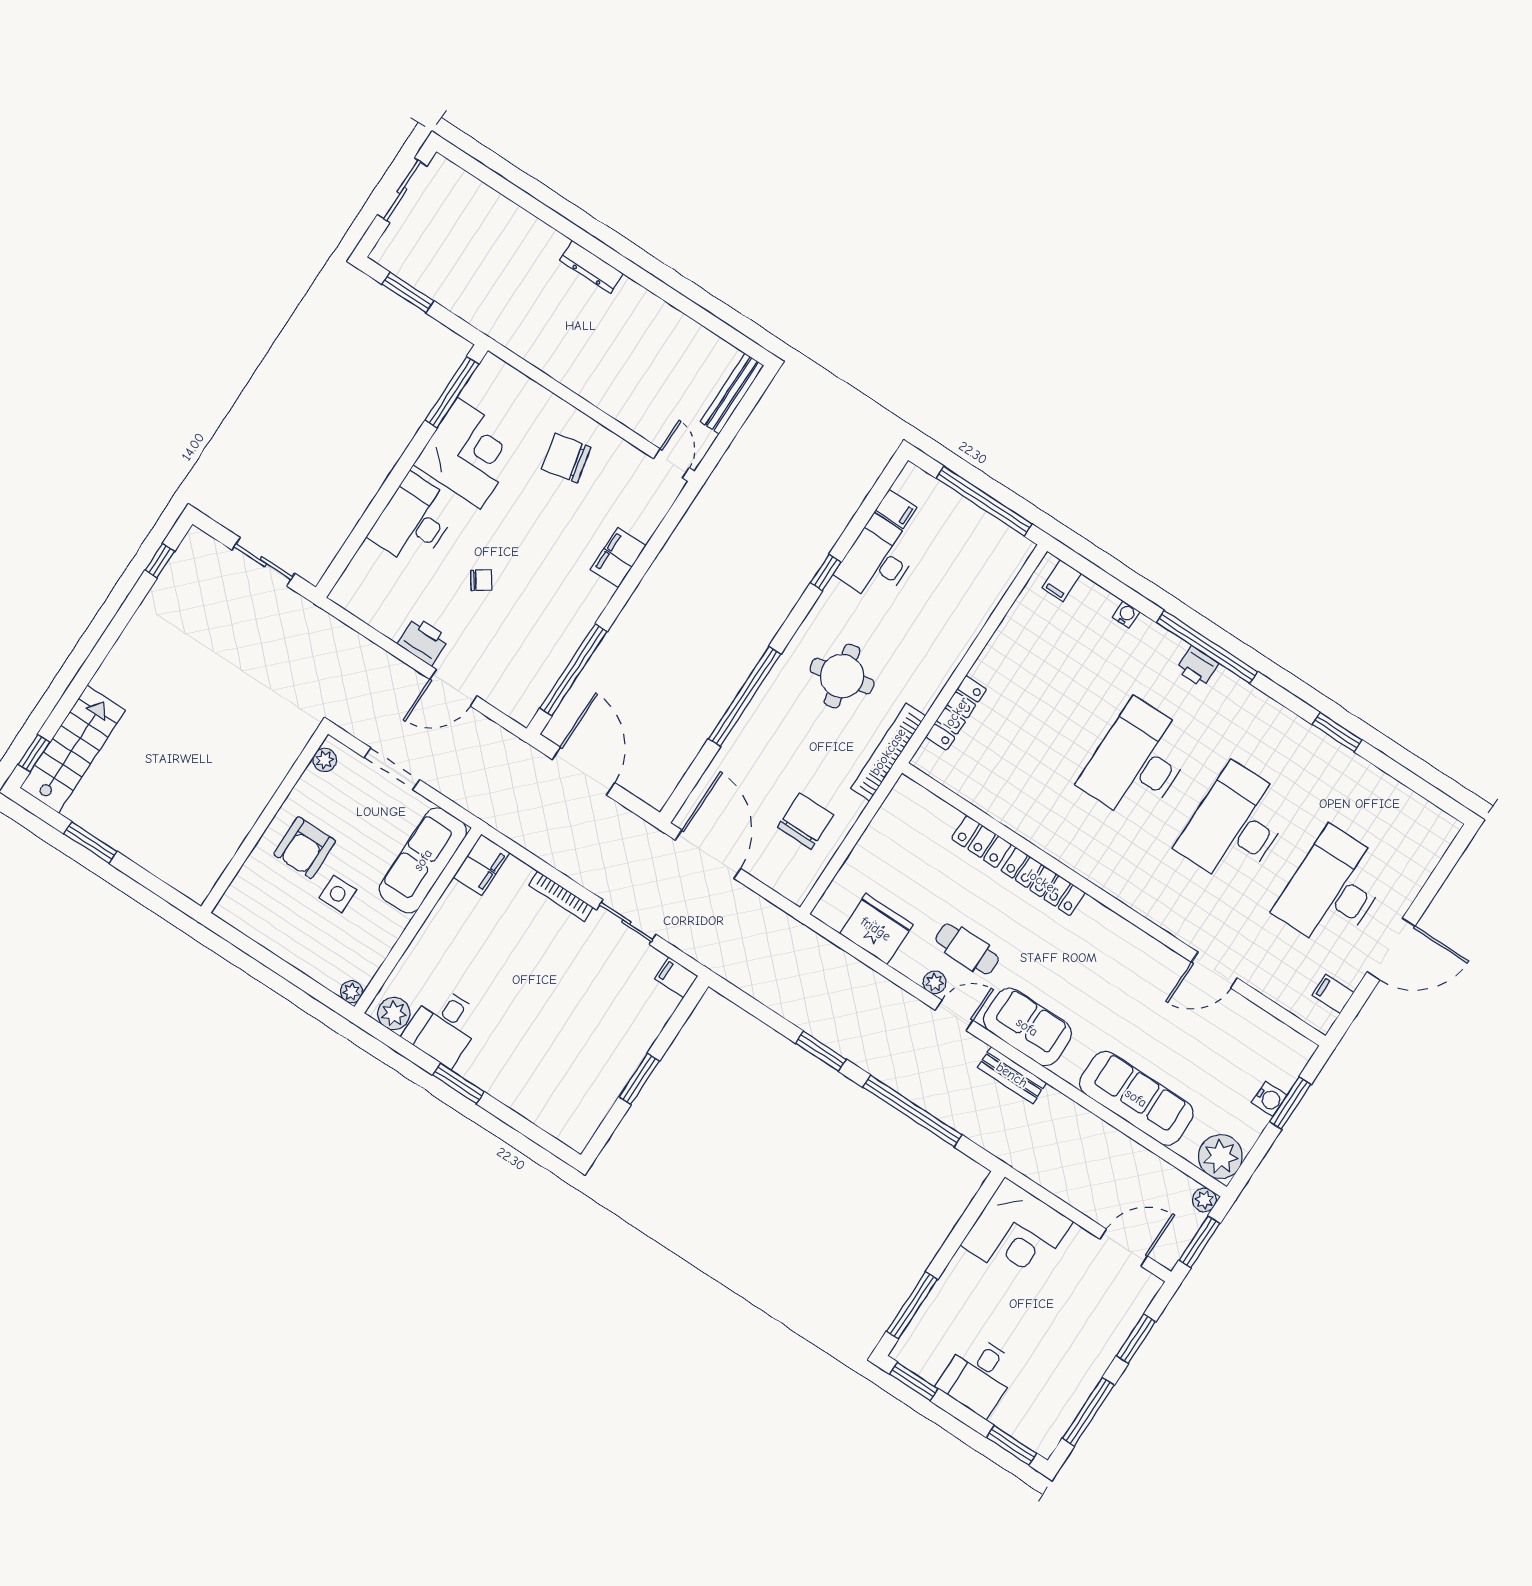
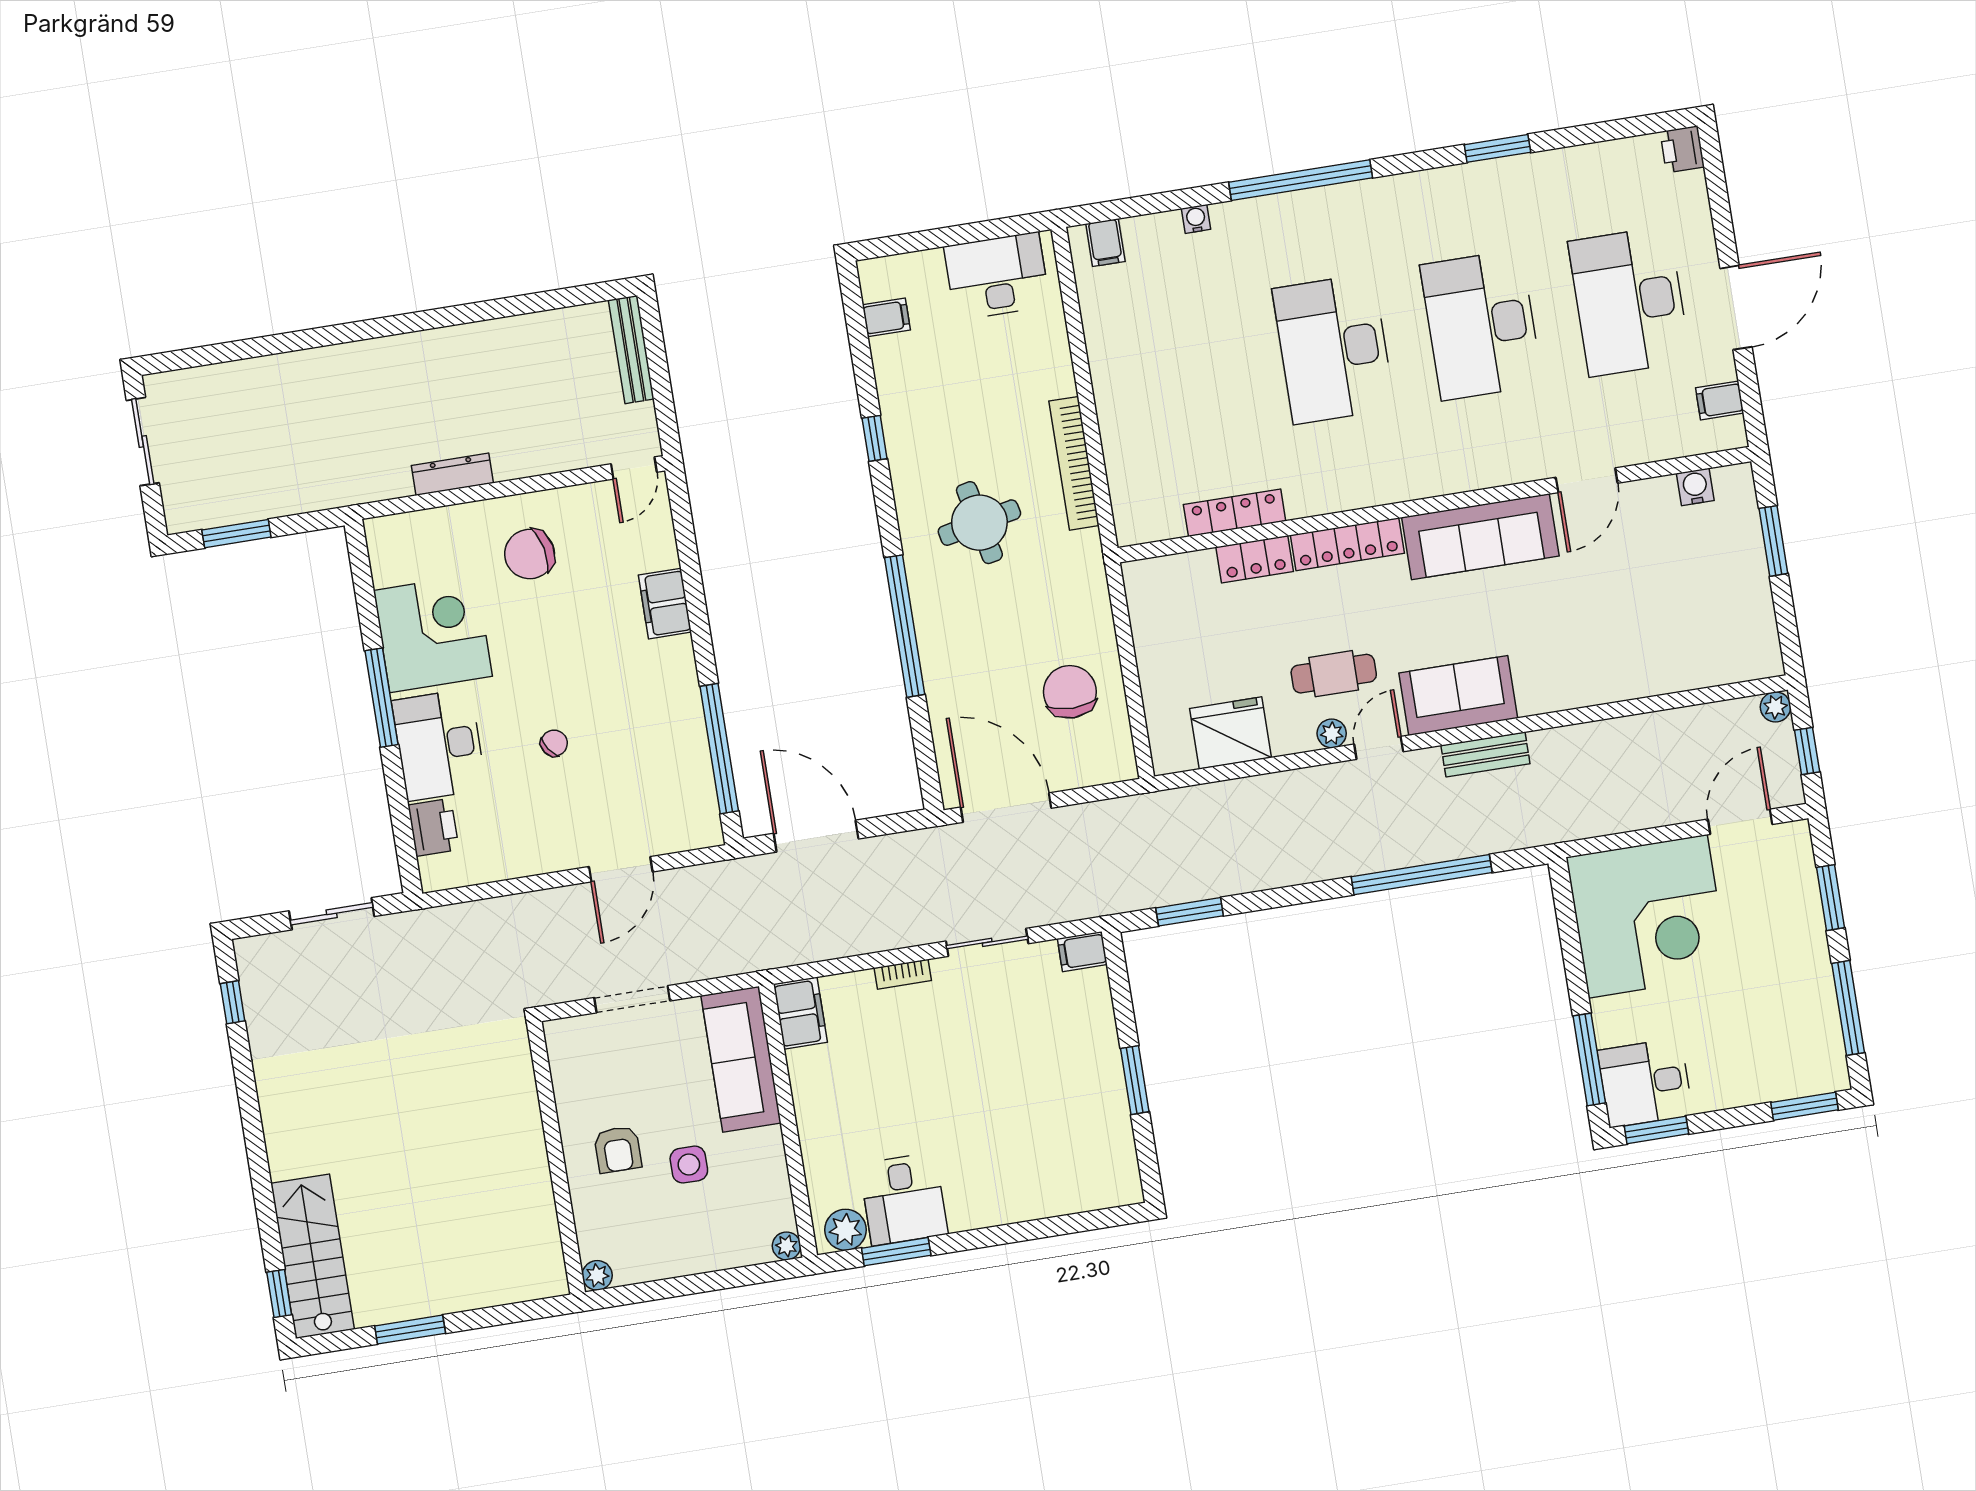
dresser: (592, 267) -> (452, 474), moved, turned 180
window: (452, 392) -> (381, 698), moved
door: (671, 463) -> (634, 468), swing flipped
window: (984, 501) -> (963, 234), removed
desk: (878, 560) -> (997, 276), moved, turned 90
printer: (423, 641) -> (433, 827), moved, turned 90
printer: (1197, 667) -> (1682, 149), moved, turned 90
locker: (956, 713) -> (1235, 513), moved, turned -90
bookcase: (888, 752) -> (1074, 463), moved
plant: (325, 760) -> (597, 1275), moved
armchair: (305, 848) -> (618, 1149), width x0.72, depth x0.72
bookcase: (561, 896) -> (903, 974), width x0.64
window: (821, 1051) -> (1190, 912), moved
window: (458, 1083) -> (896, 1252), moved
sofa: (1136, 1098) -> (1480, 537), moved, turned 180
water cooler: (1269, 1099) -> (1695, 487), moved, turned -90
plant: (1220, 1157) -> (1753, 652), removed
corner desk: (1017, 1233) -> (1648, 916), width x1.36, depth x1.36
window: (1199, 1242) -> (1807, 751), width x0.67
desk: (978, 1376) -> (1645, 1083), moved, turned 90

